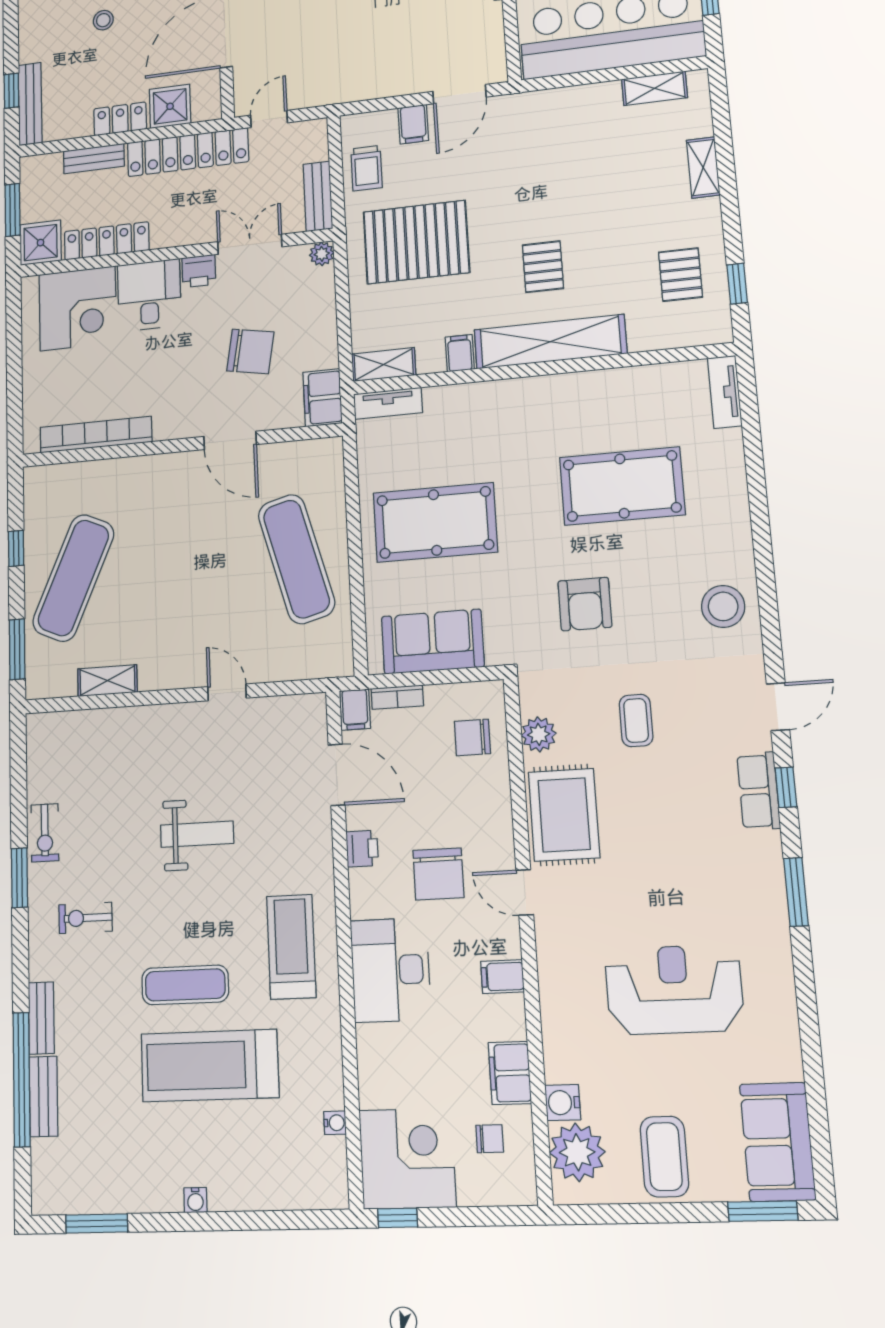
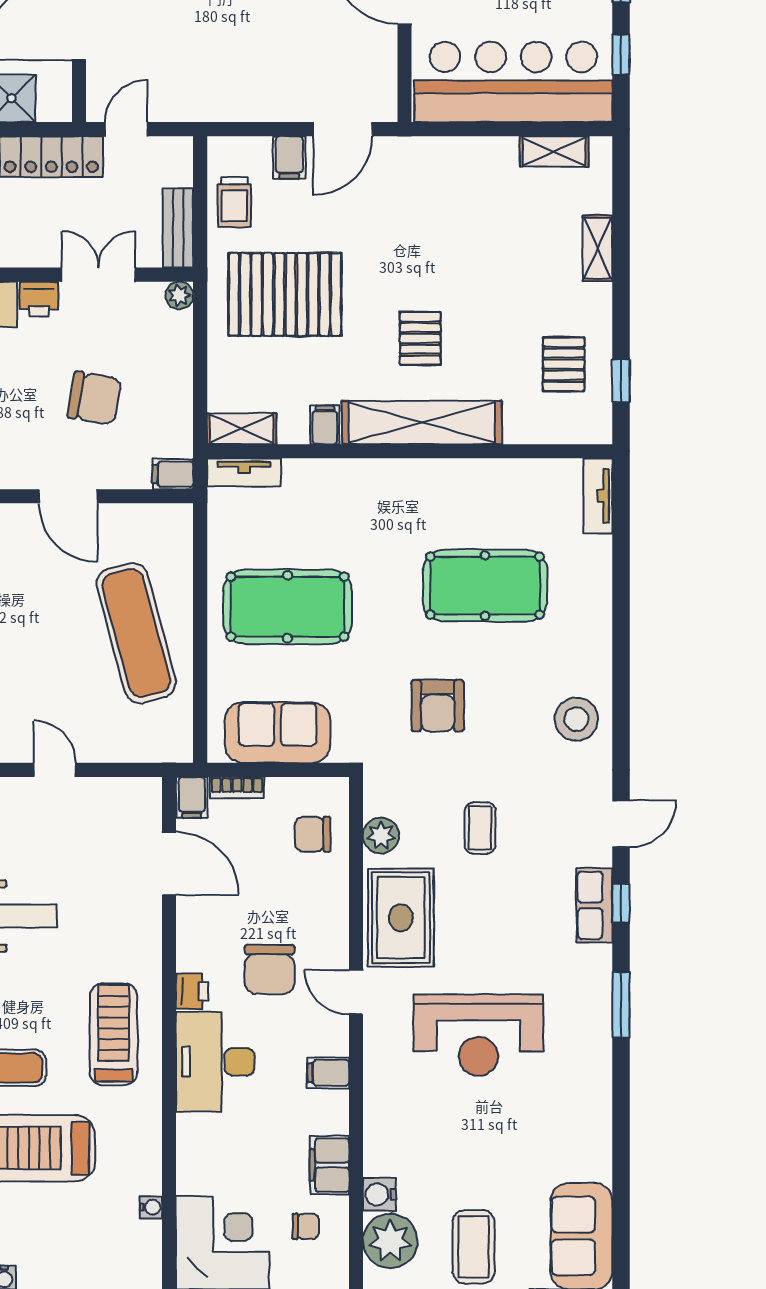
filing cabinet: (323, 398) -> (173, 474), width x0.50
printer: (362, 849) -> (192, 991), moved
reception desk: (674, 990) -> (478, 1035), moved, turned 180

